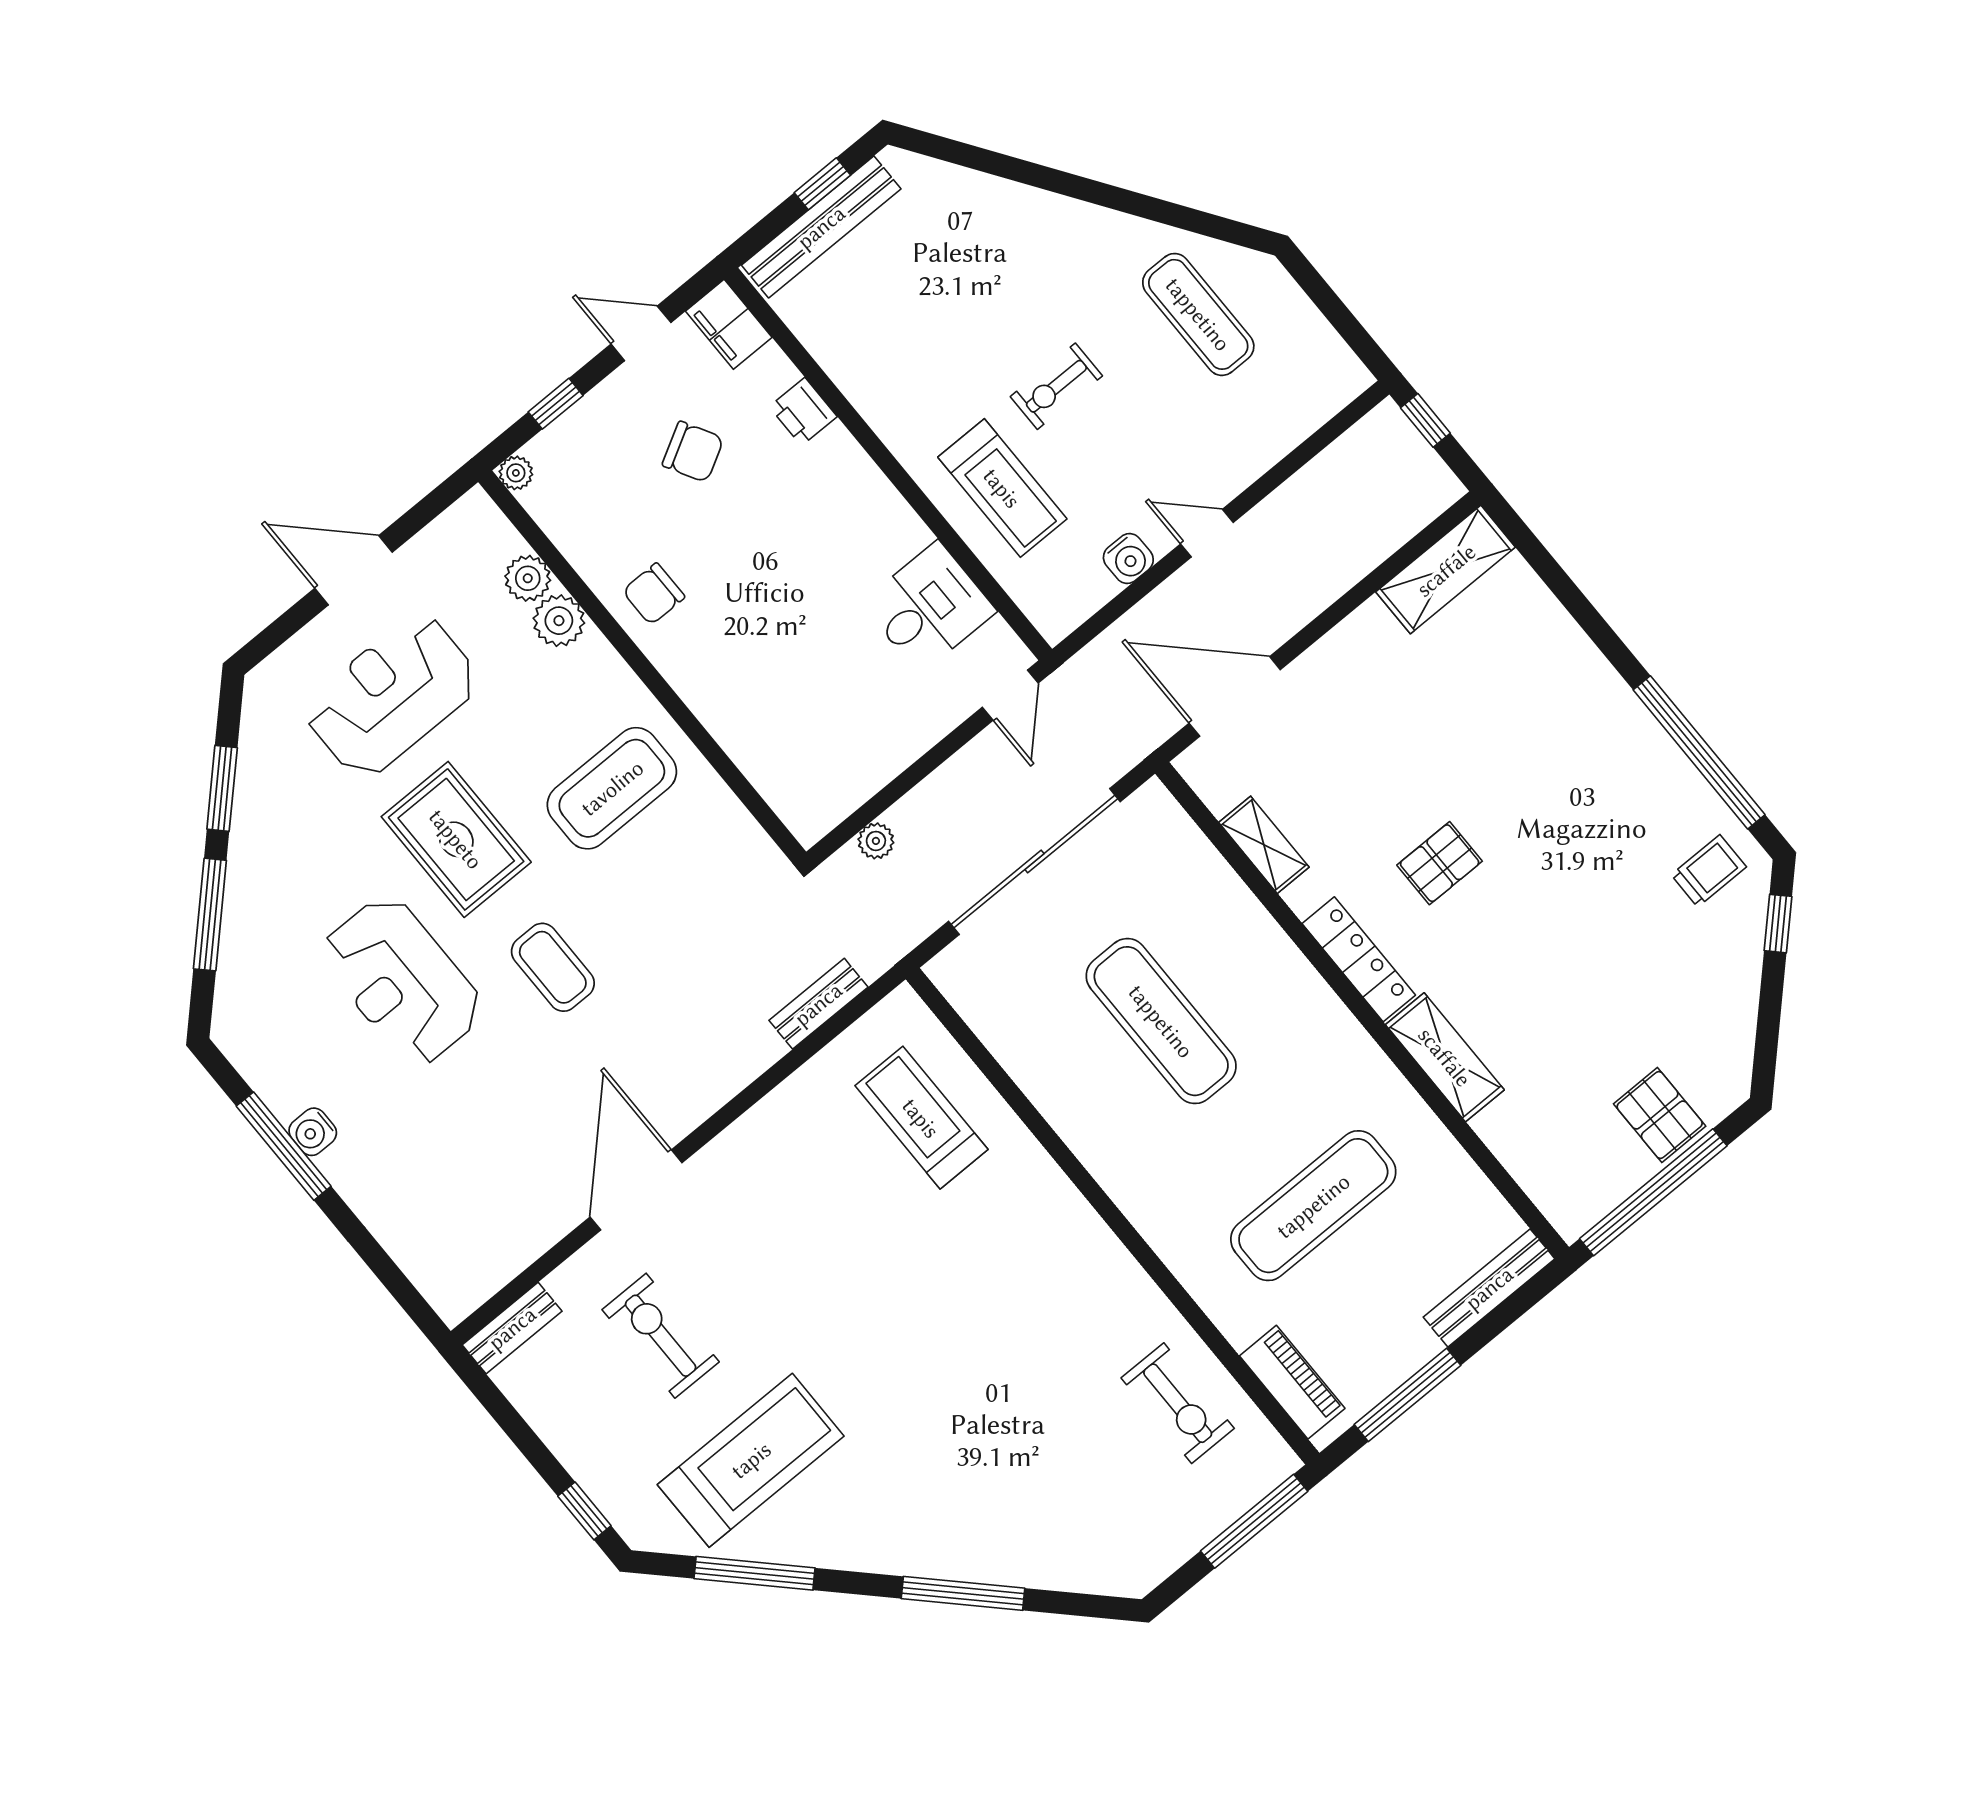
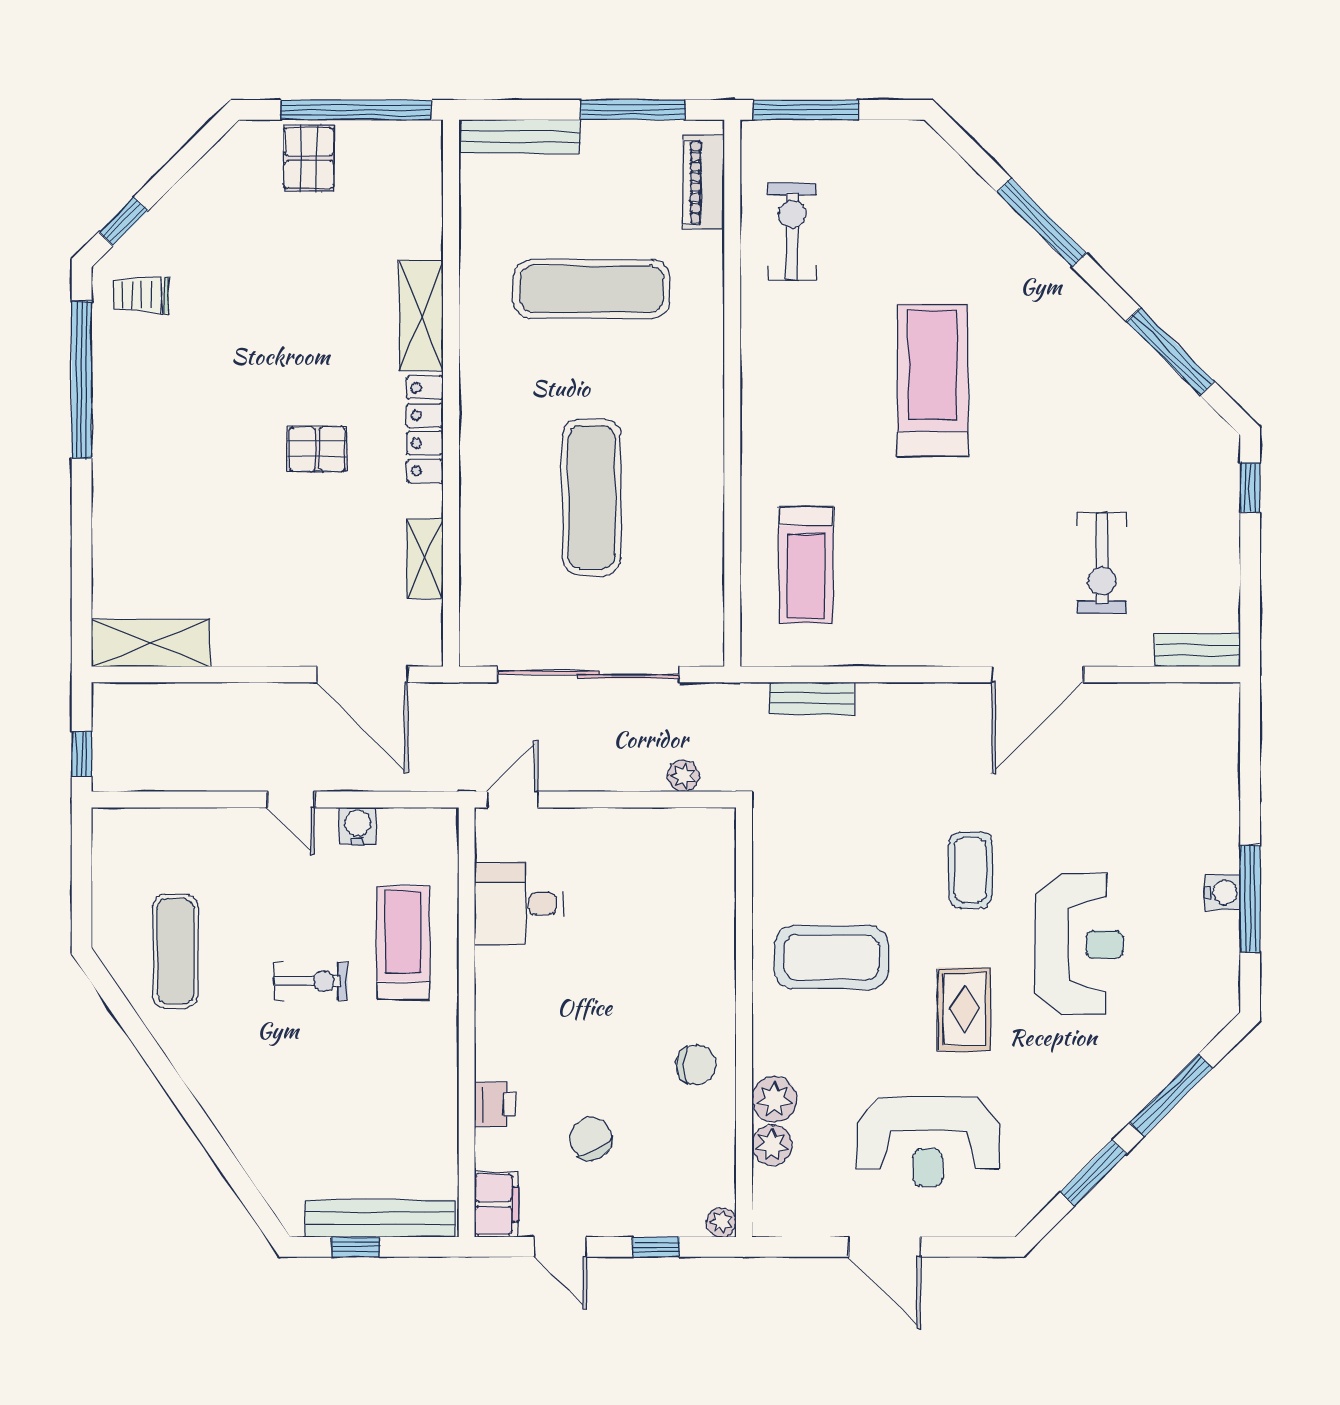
rug: (456, 839) -> (964, 1009), width x0.73, depth x0.70
treadmill: (751, 1460) -> (933, 380), moved, turned 90

